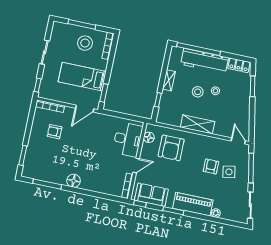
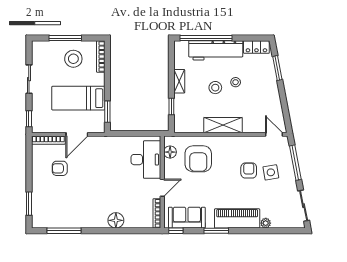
door: (85, 109) -> (77, 134), moved
floor lamp: (74, 181) -> (116, 220), moved

